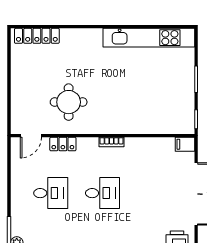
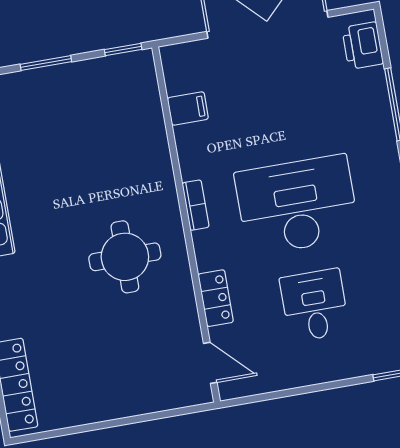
round table: (69, 102) -> (125, 257), moved
filing cabinet: (185, 144) -> (188, 108), moved, turned -90
desk: (103, 193) -> (297, 205), width x1.87, depth x1.30

